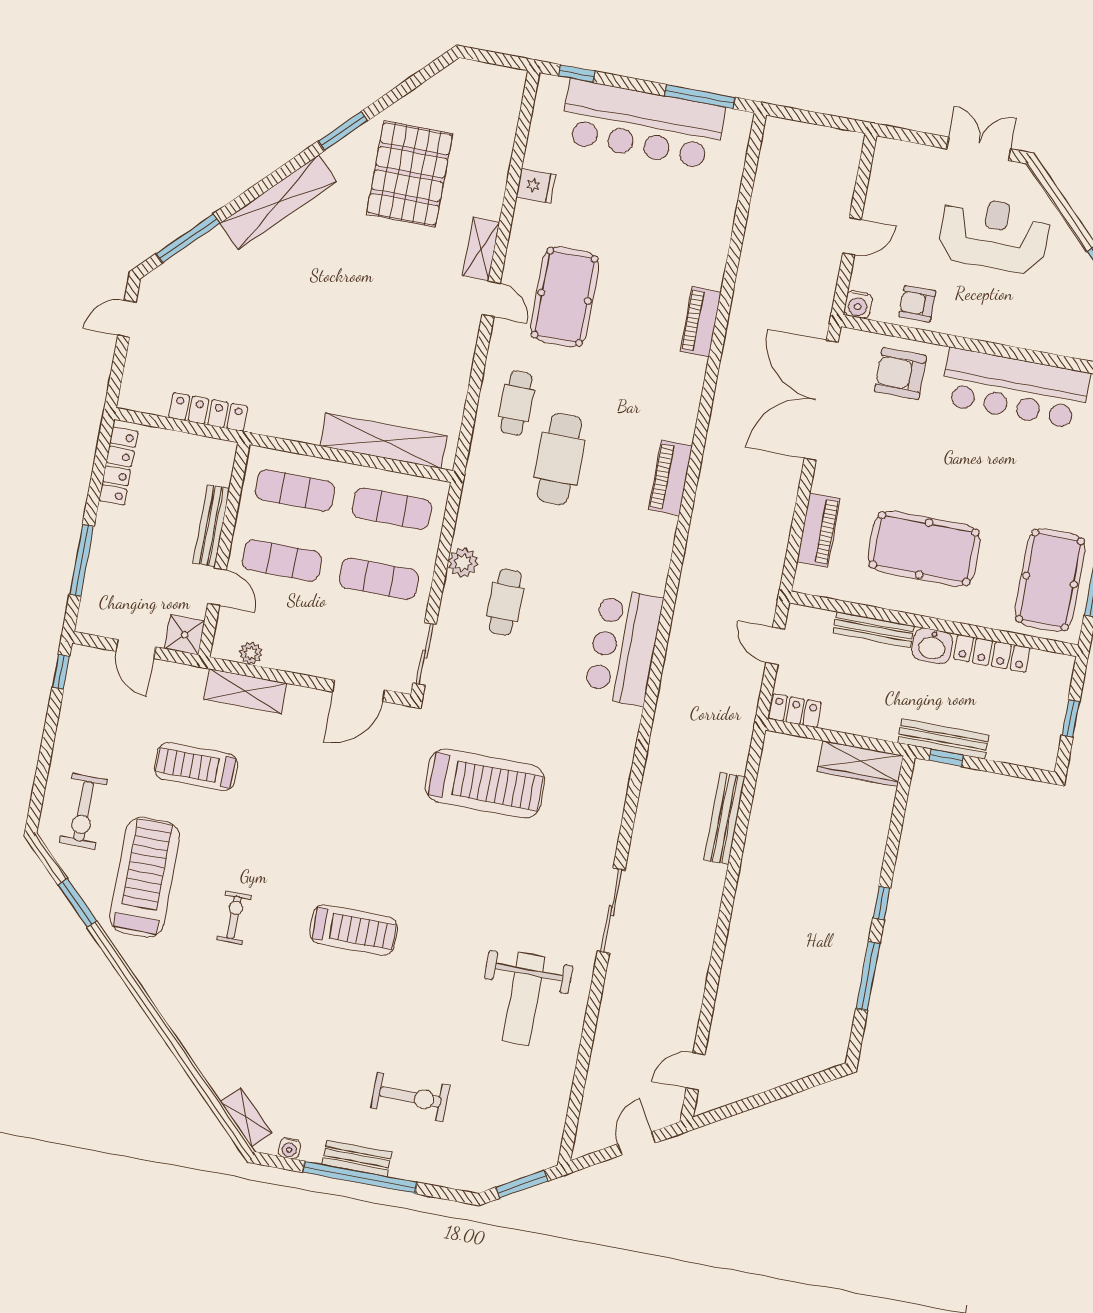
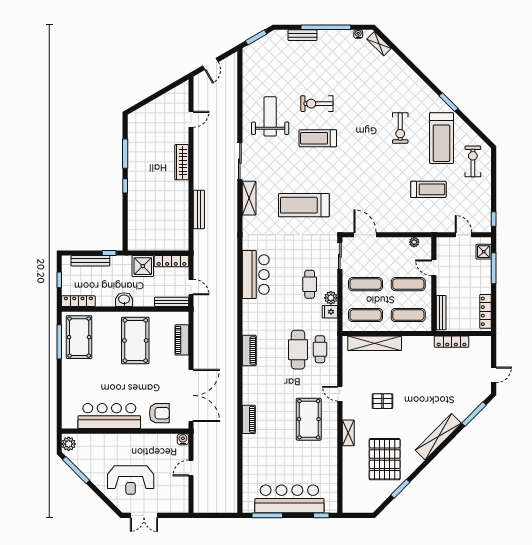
window: (343, 131) -> (400, 489), moved
fridge: (536, 186) -> (330, 312), moved
door: (491, 299) -> (340, 394), moved
armchair: (917, 304) -> (158, 444), removed
pallet: (390, 306) -> (382, 401), added
cafe table: (516, 403) -> (320, 349), moved
bench: (211, 526) -> (441, 313), moved
pool table: (924, 549) -> (135, 340), turned 90
bench: (874, 630) -> (172, 302), moved
shower: (185, 635) -> (484, 252), moved
locker: (992, 653) -> (78, 301), moved
shelving: (245, 691) -> (249, 198), moved, turned 90
door: (359, 691) -> (365, 235), hinge flipped
locker: (795, 711) -> (171, 261), width x1.53
shower: (876, 714) -> (143, 266), added
bench: (943, 739) -> (90, 261), moved
wardrobe: (860, 764) -> (182, 162), moved, turned -90
window: (77, 903) -> (449, 102), moved
exercise bike: (234, 917) -> (400, 128), width x1.38, depth x1.39
treadmill: (354, 930) -> (318, 138), moved
door: (696, 1071) -> (191, 119), moved
exercise bike: (410, 1097) -> (317, 104), moved
bench: (357, 1158) -> (302, 35), moved

